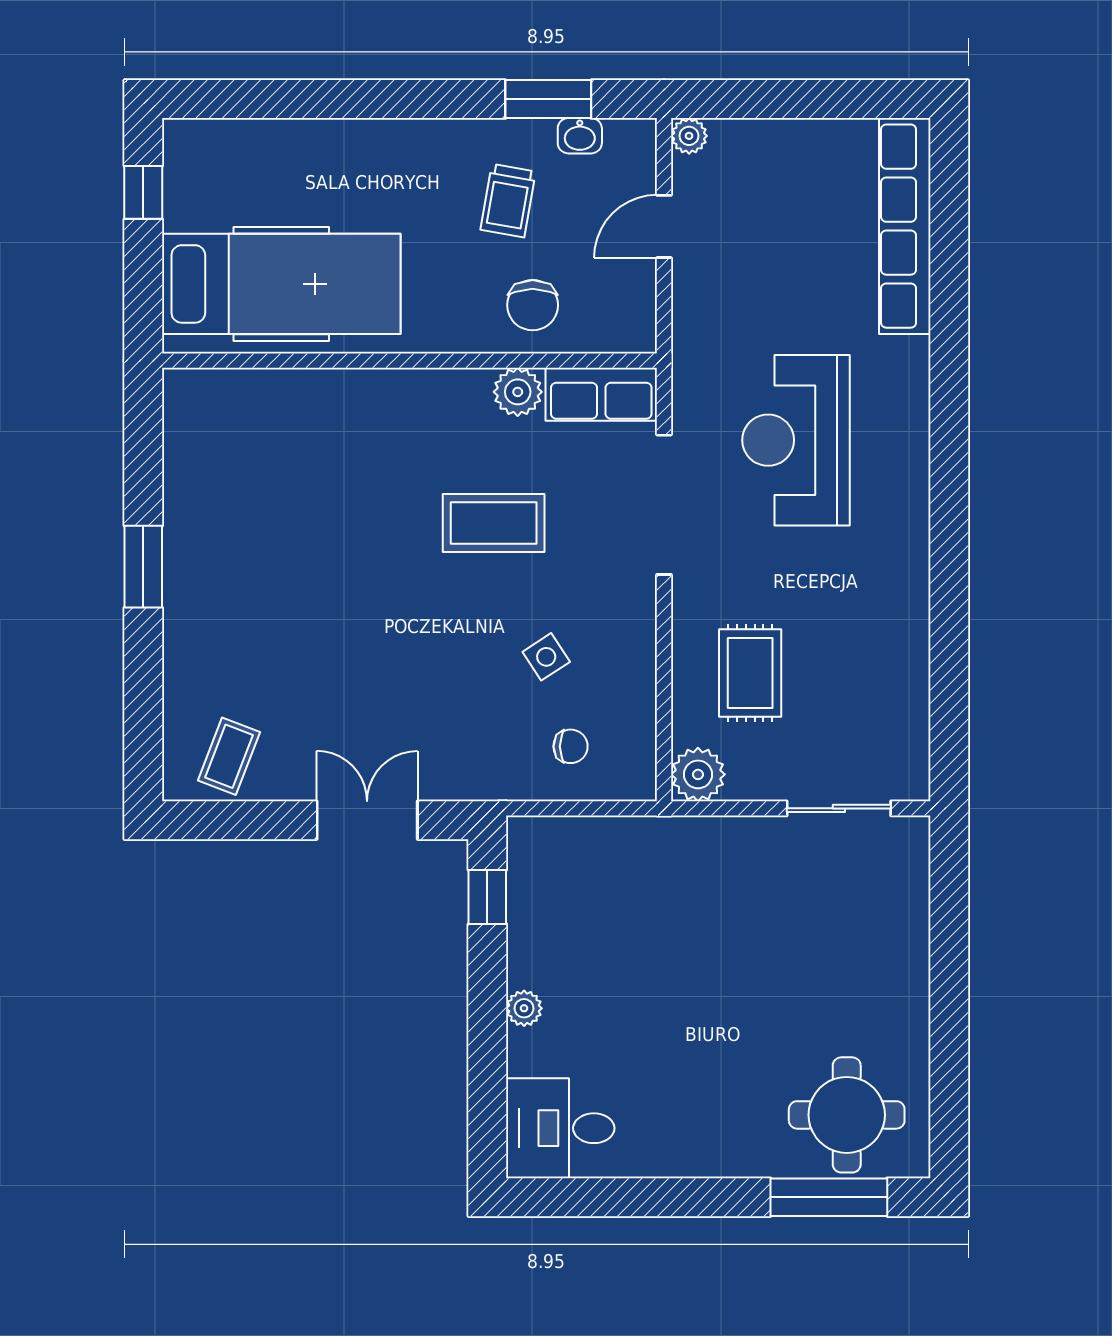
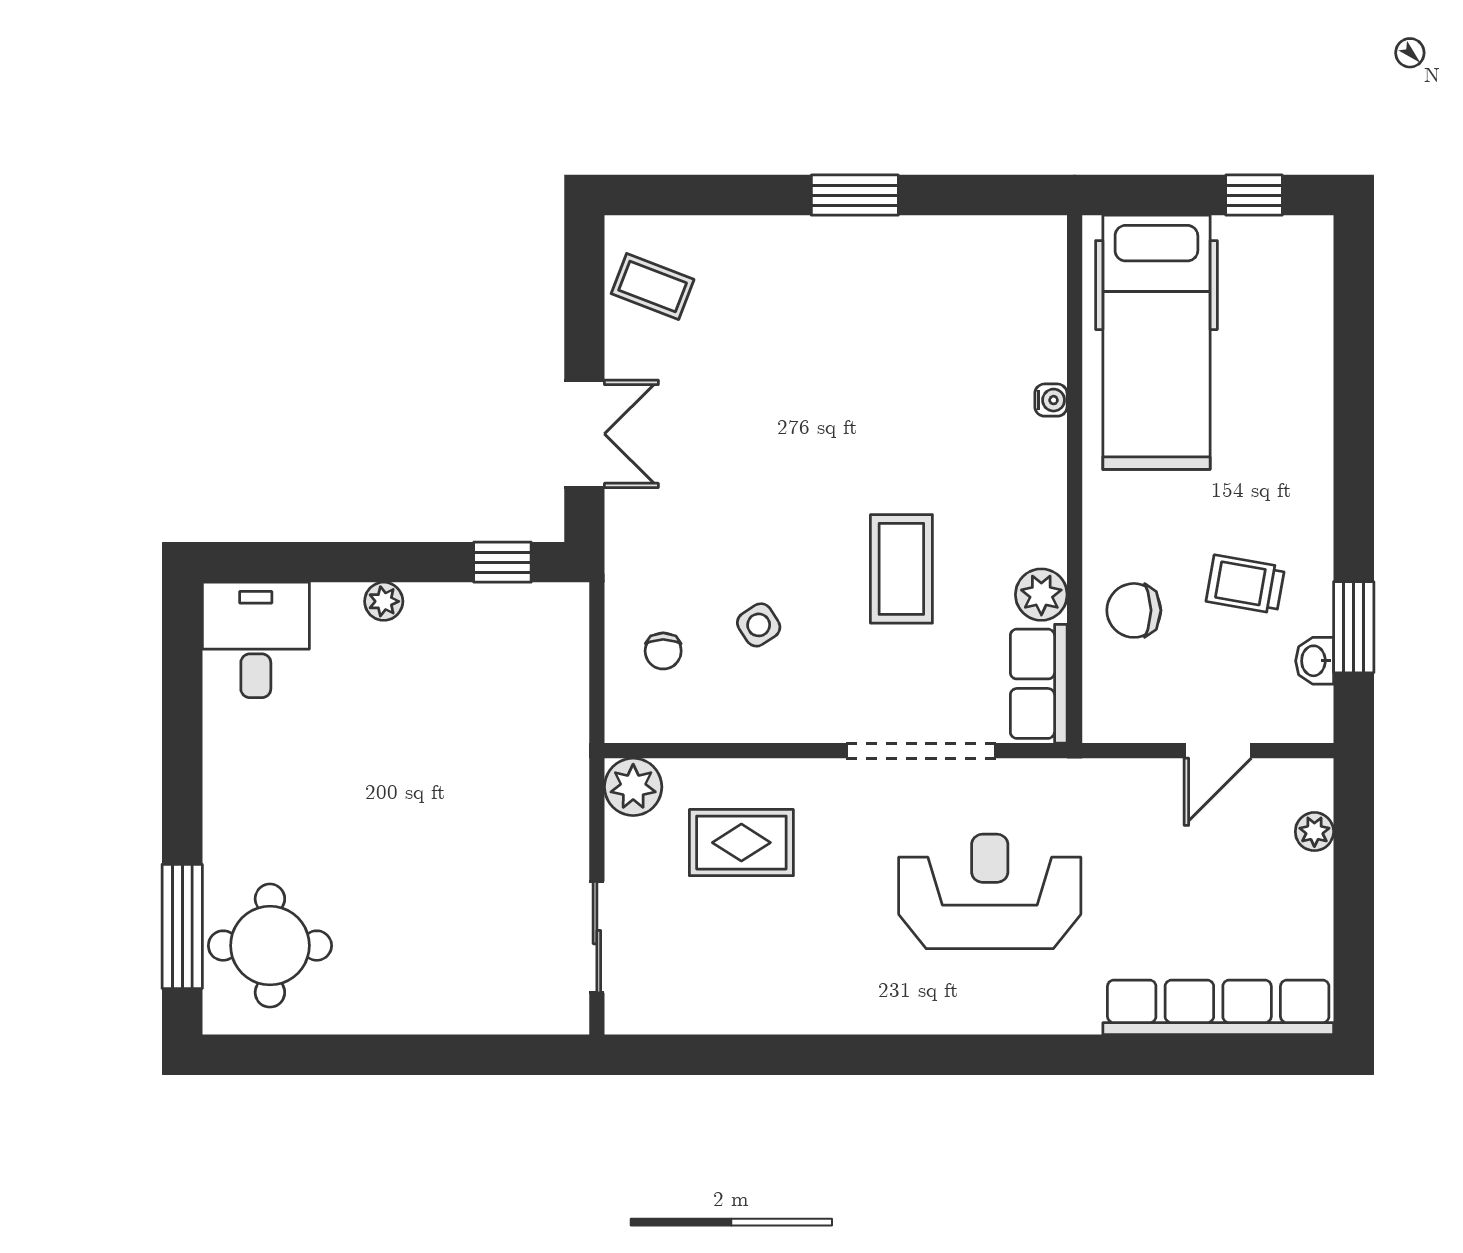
plant: (689, 136) -> (1314, 832), moved
door: (664, 226) -> (1218, 751), swing flipped
water cooler: (335, 383) -> (1051, 400), added

